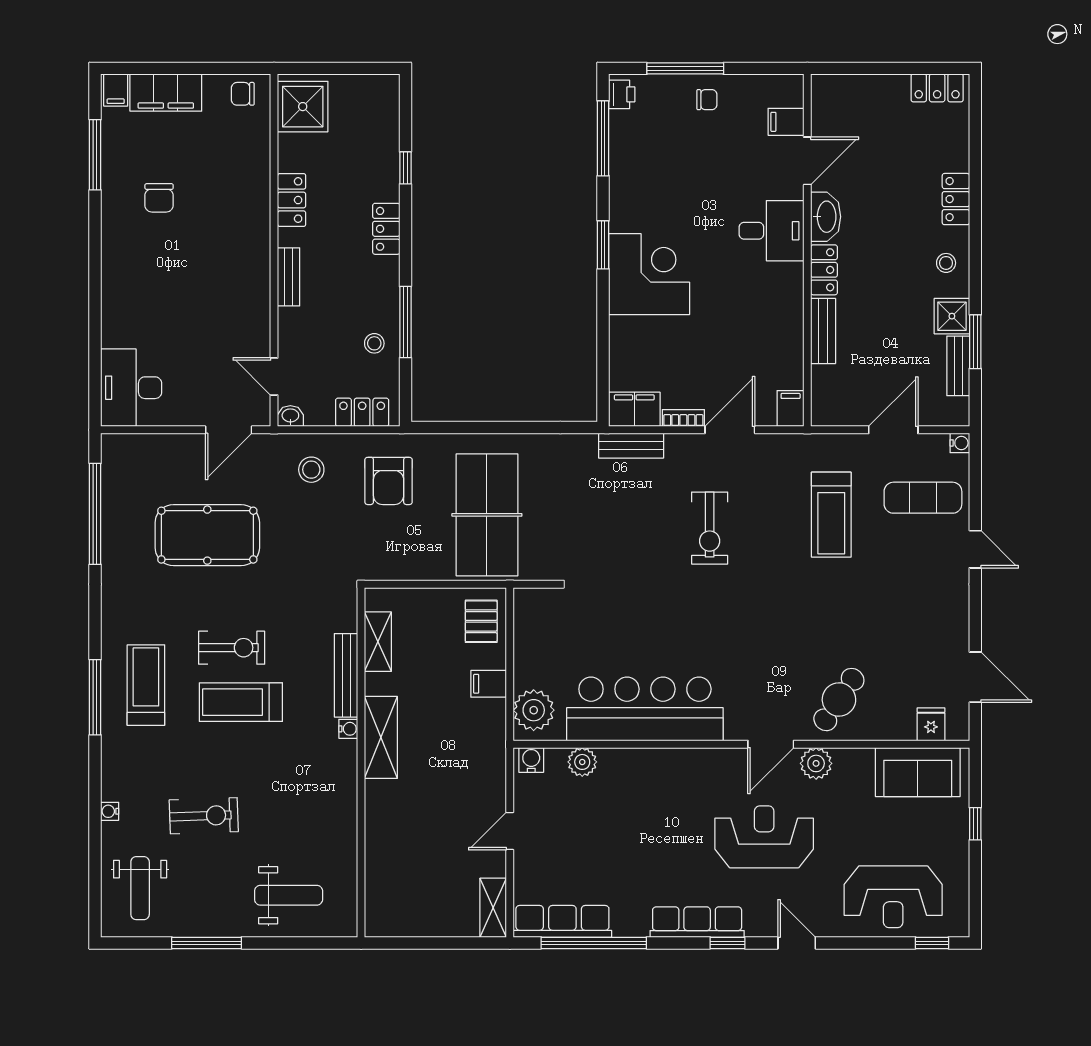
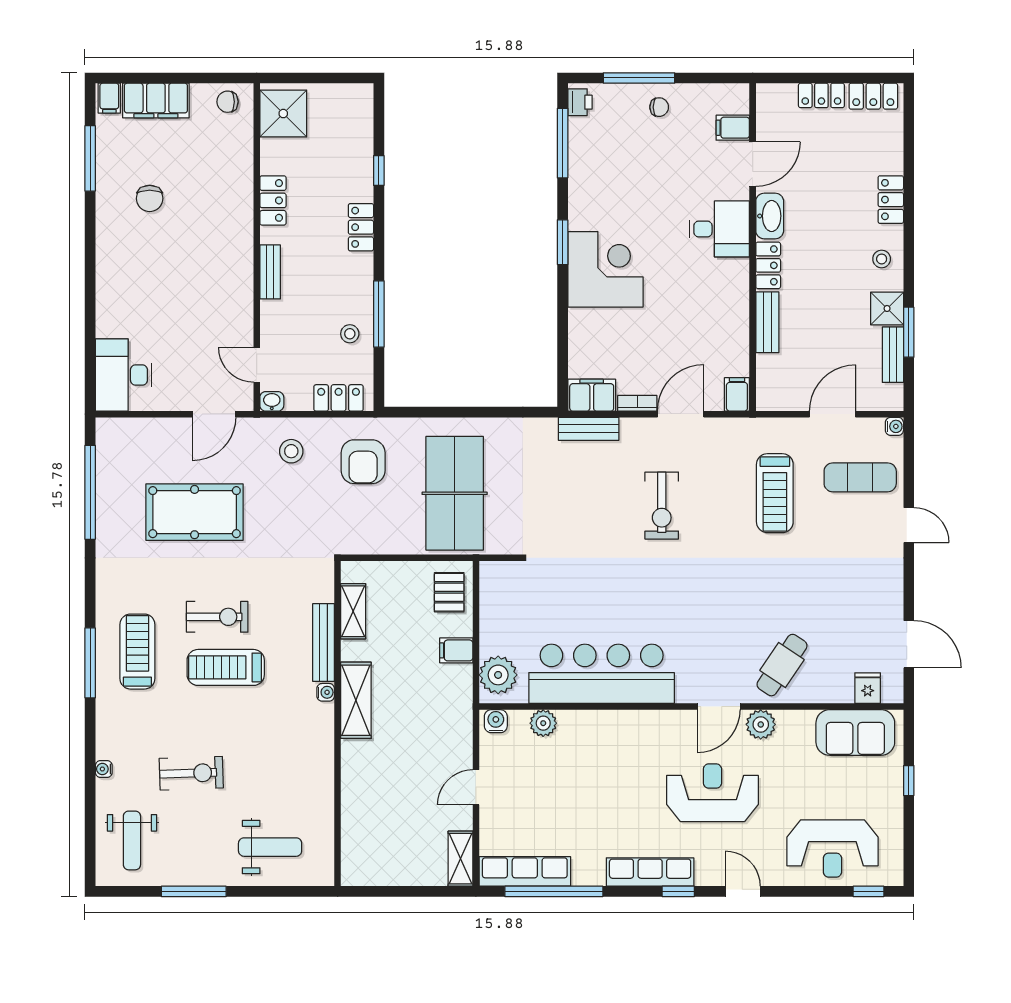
locker: (881, 87) -> (821, 95), added

